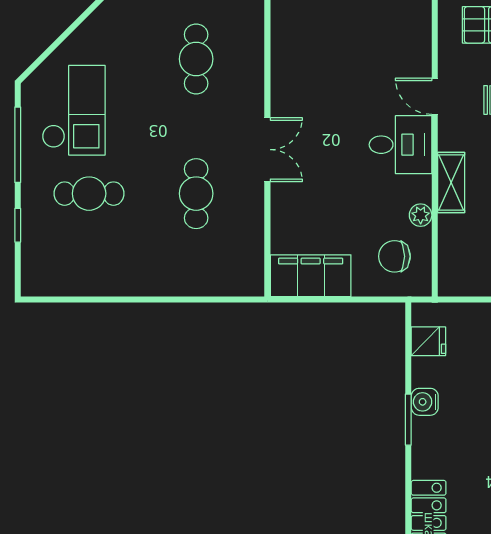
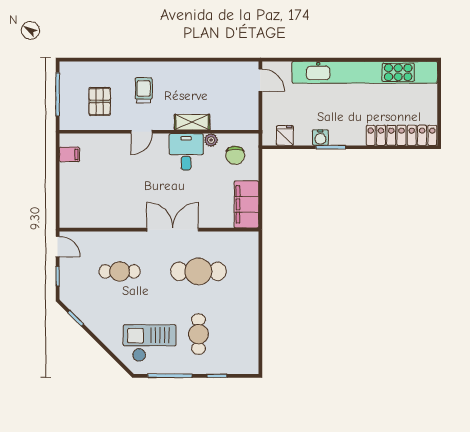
desk: (401, 145) -> (186, 152), moved
double door: (267, 150) -> (173, 230), width x1.37
cafe table: (196, 194) -> (198, 271), width x1.37, depth x1.35

